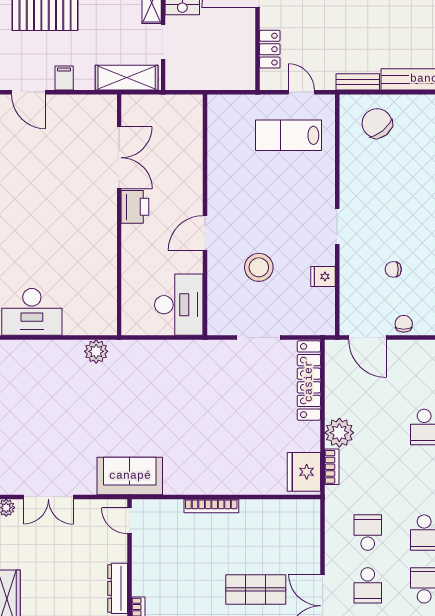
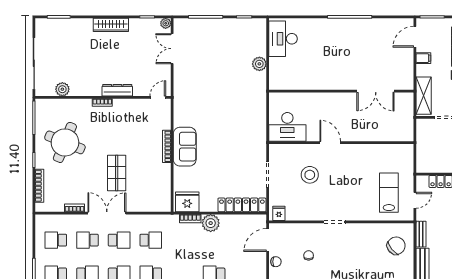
printer: (135, 207) -> (346, 101), removed
fridge: (323, 276) -> (279, 213), moved
plant: (96, 351) -> (259, 64), moved
sofa: (130, 476) -> (185, 147), moved
school desk: (368, 585) -> (119, 240), turned 180

